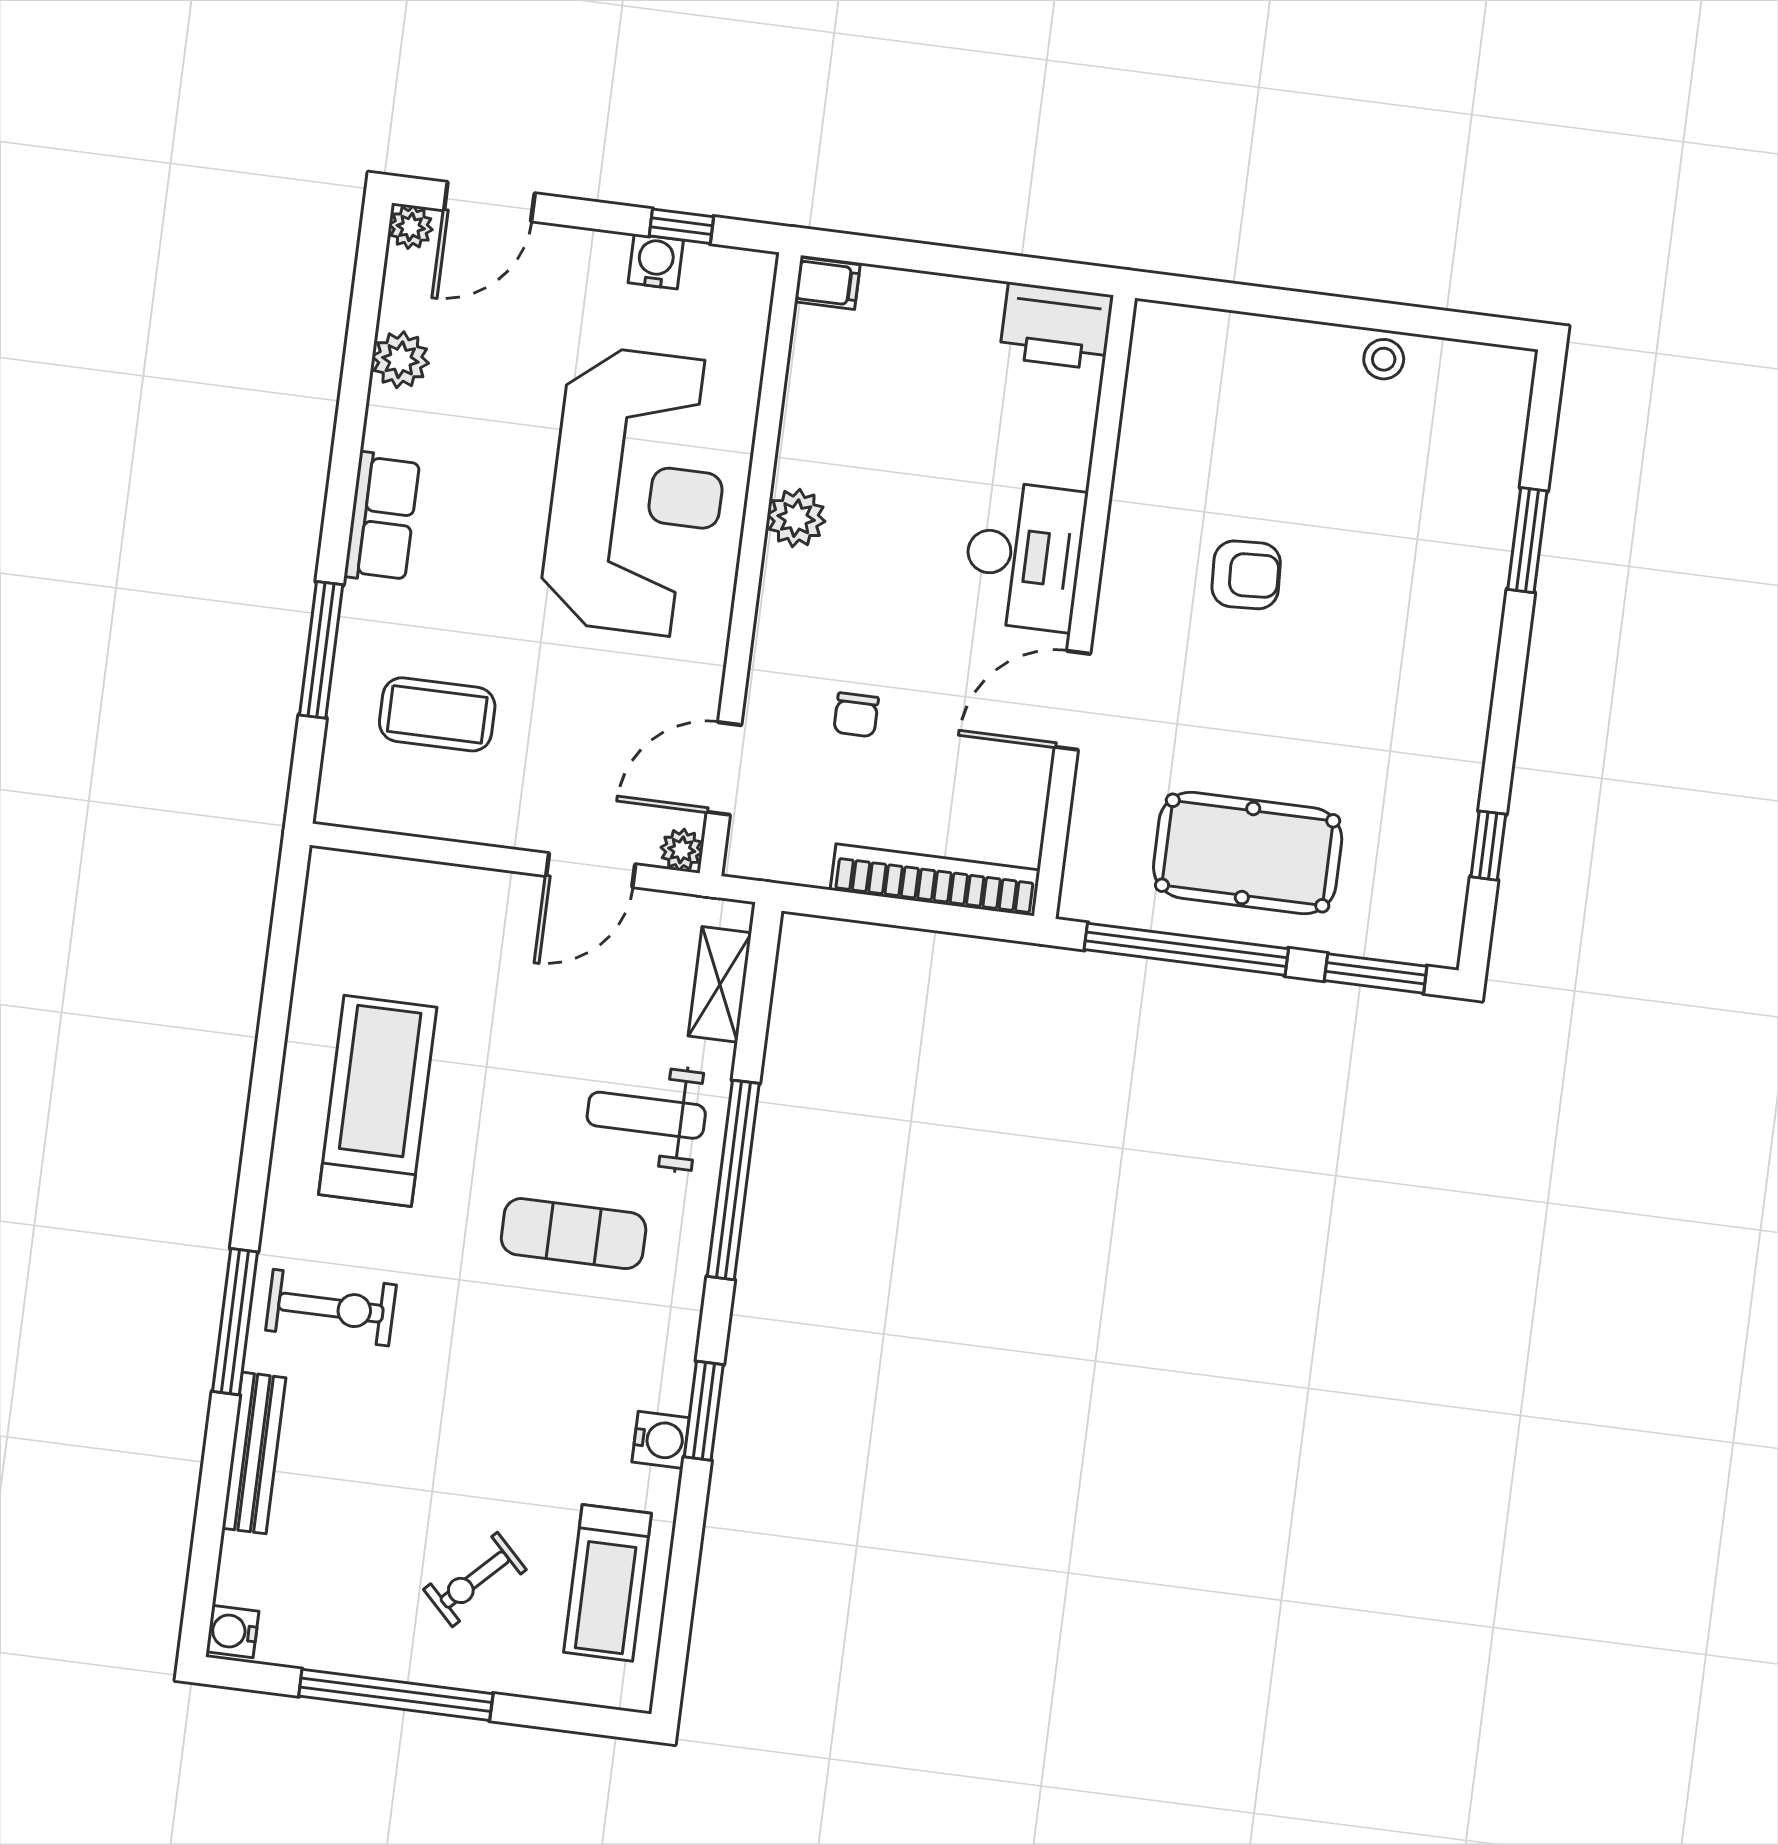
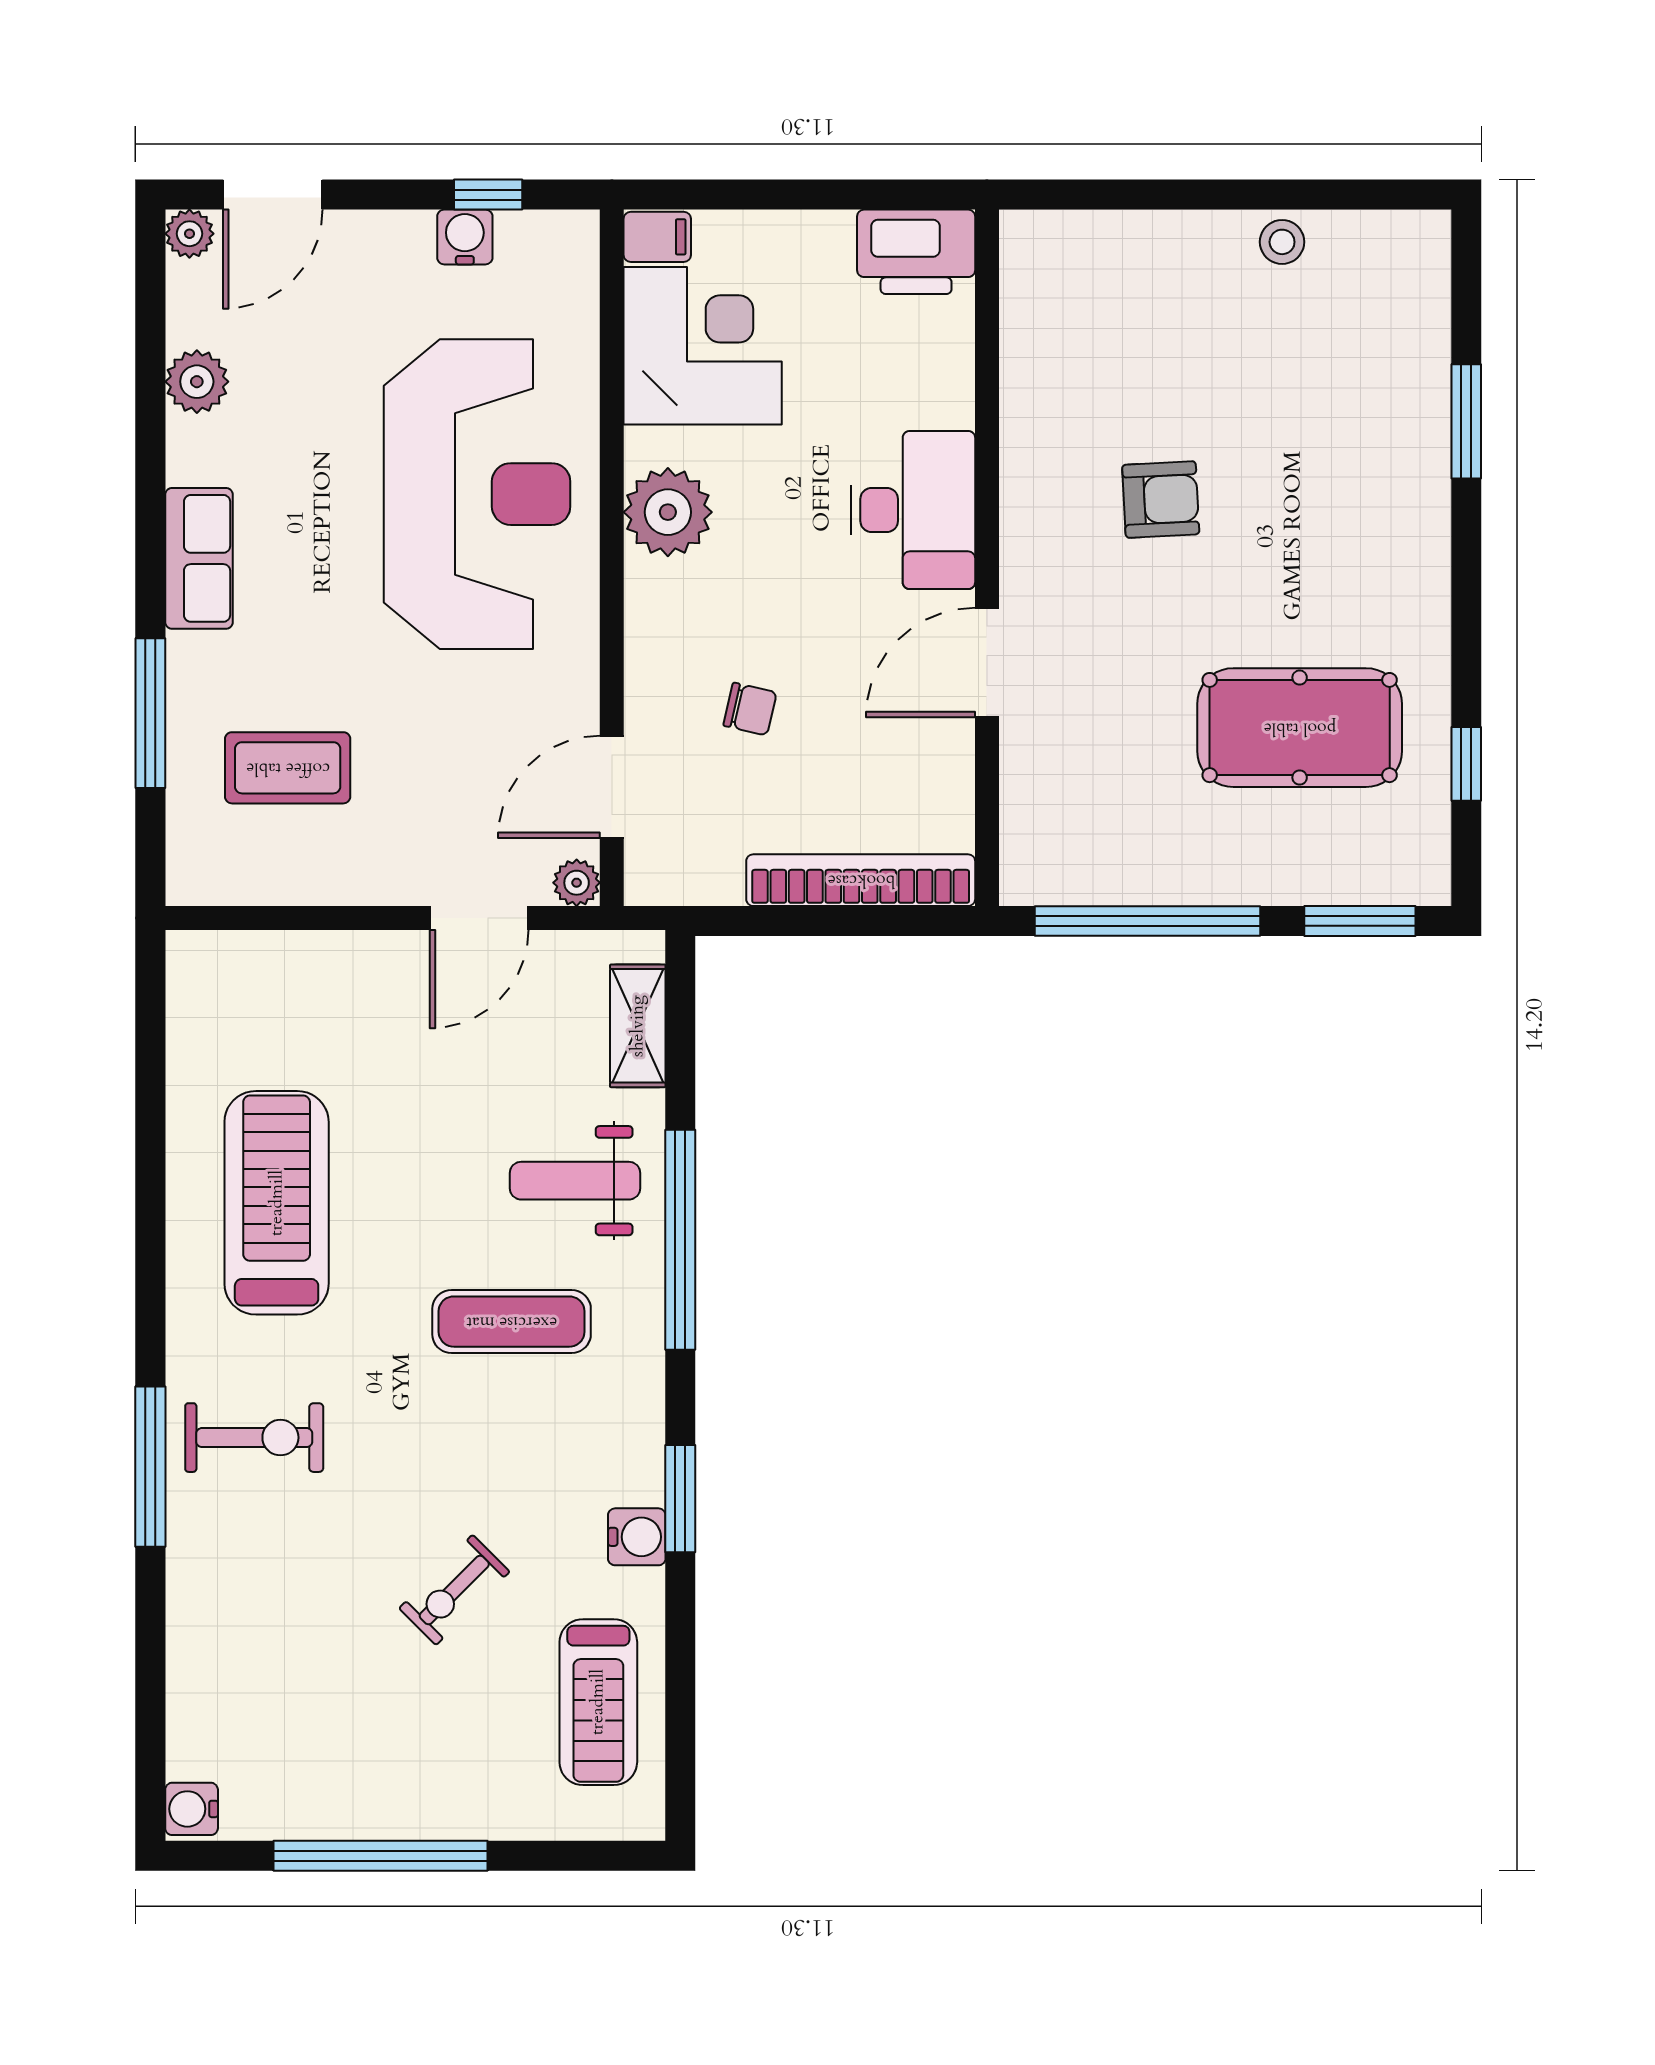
corner desk: (855, 386) -> (703, 346), added
plant: (796, 518) -> (668, 512), width x1.36, depth x1.36
chair: (856, 715) -> (750, 709), turned -77
pool table: (1248, 853) -> (1300, 728), moved
bench: (254, 1453) -> (190, 1609), removed
exercise bike: (475, 1580) -> (454, 1590), moved

